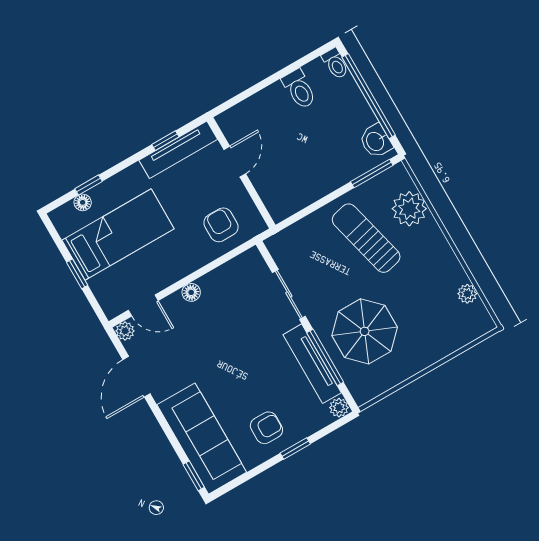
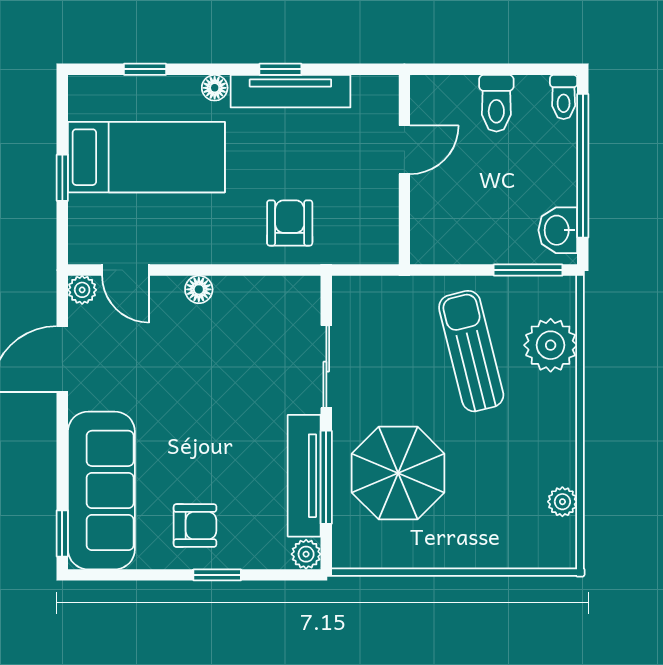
door: (235, 162) -> (404, 150), moved
wall: (241, 173) -> (404, 170), moved
floor lamp: (83, 202) -> (215, 88), moved

